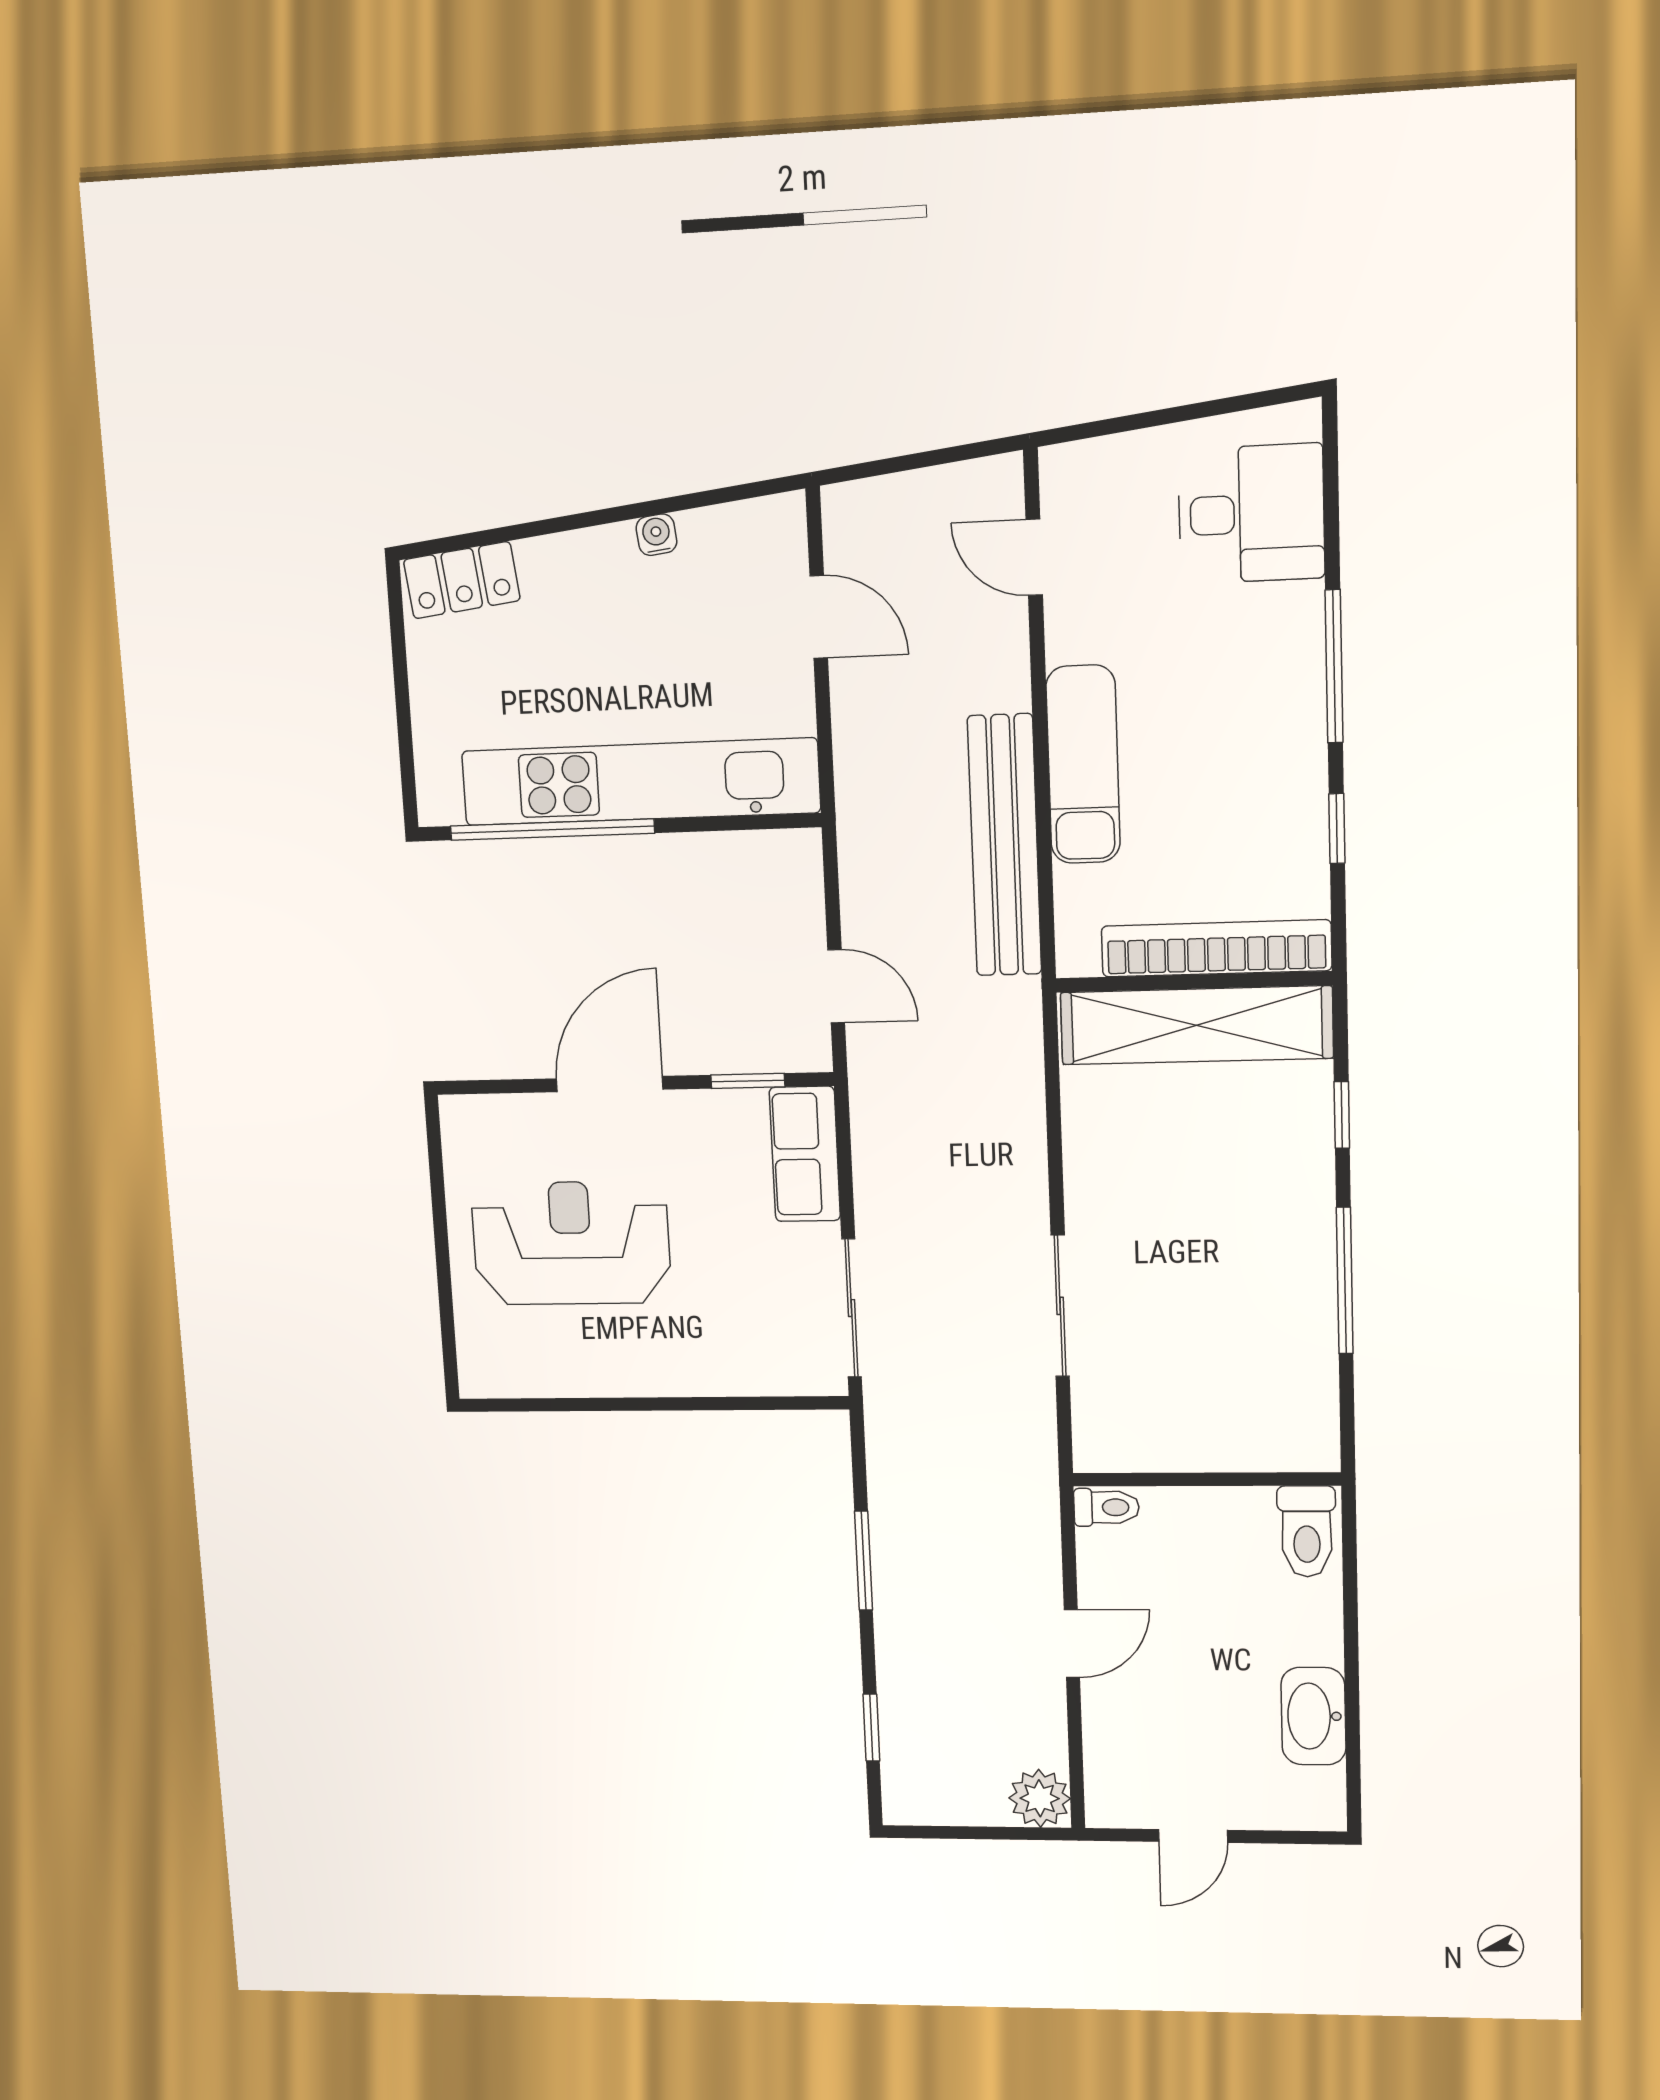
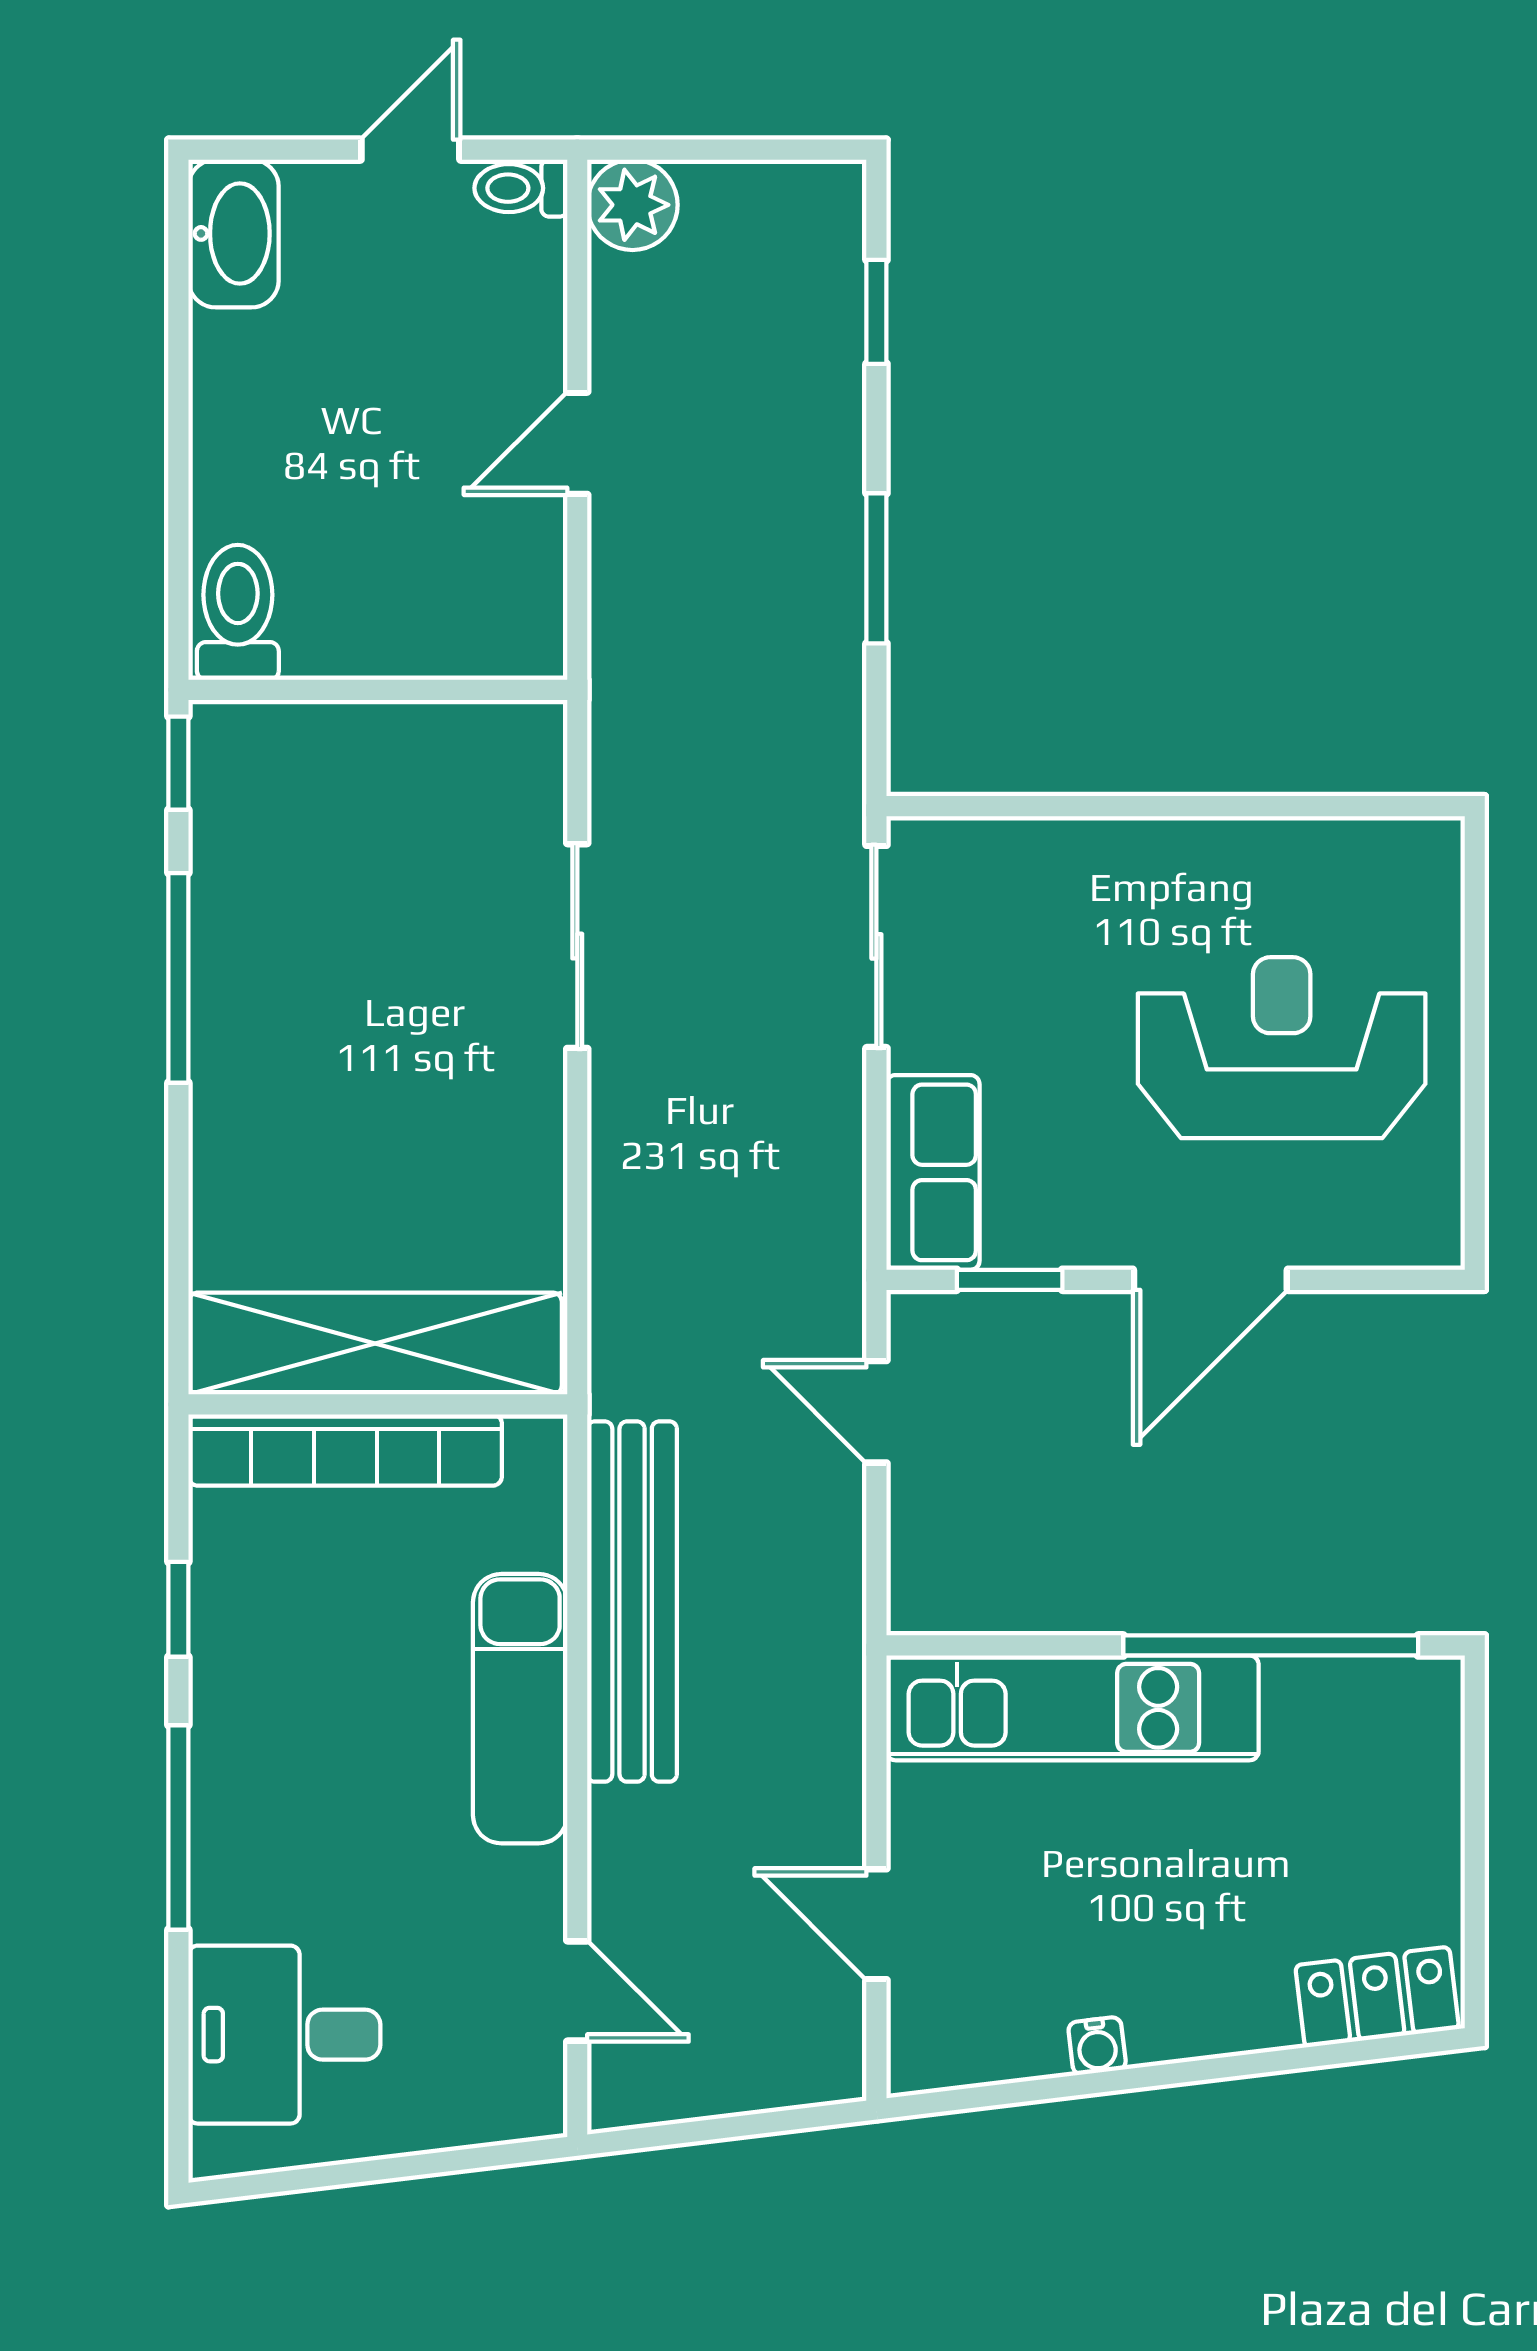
kitchen unit: (640, 782) -> (1073, 1708), width x0.73
window: (1342, 1115) -> (178, 763), moved
reception desk: (571, 1243) -> (1282, 1048), turned 180
toilet: (1107, 1507) -> (521, 188), moved
washbasin: (1313, 1716) -> (233, 233), moved

